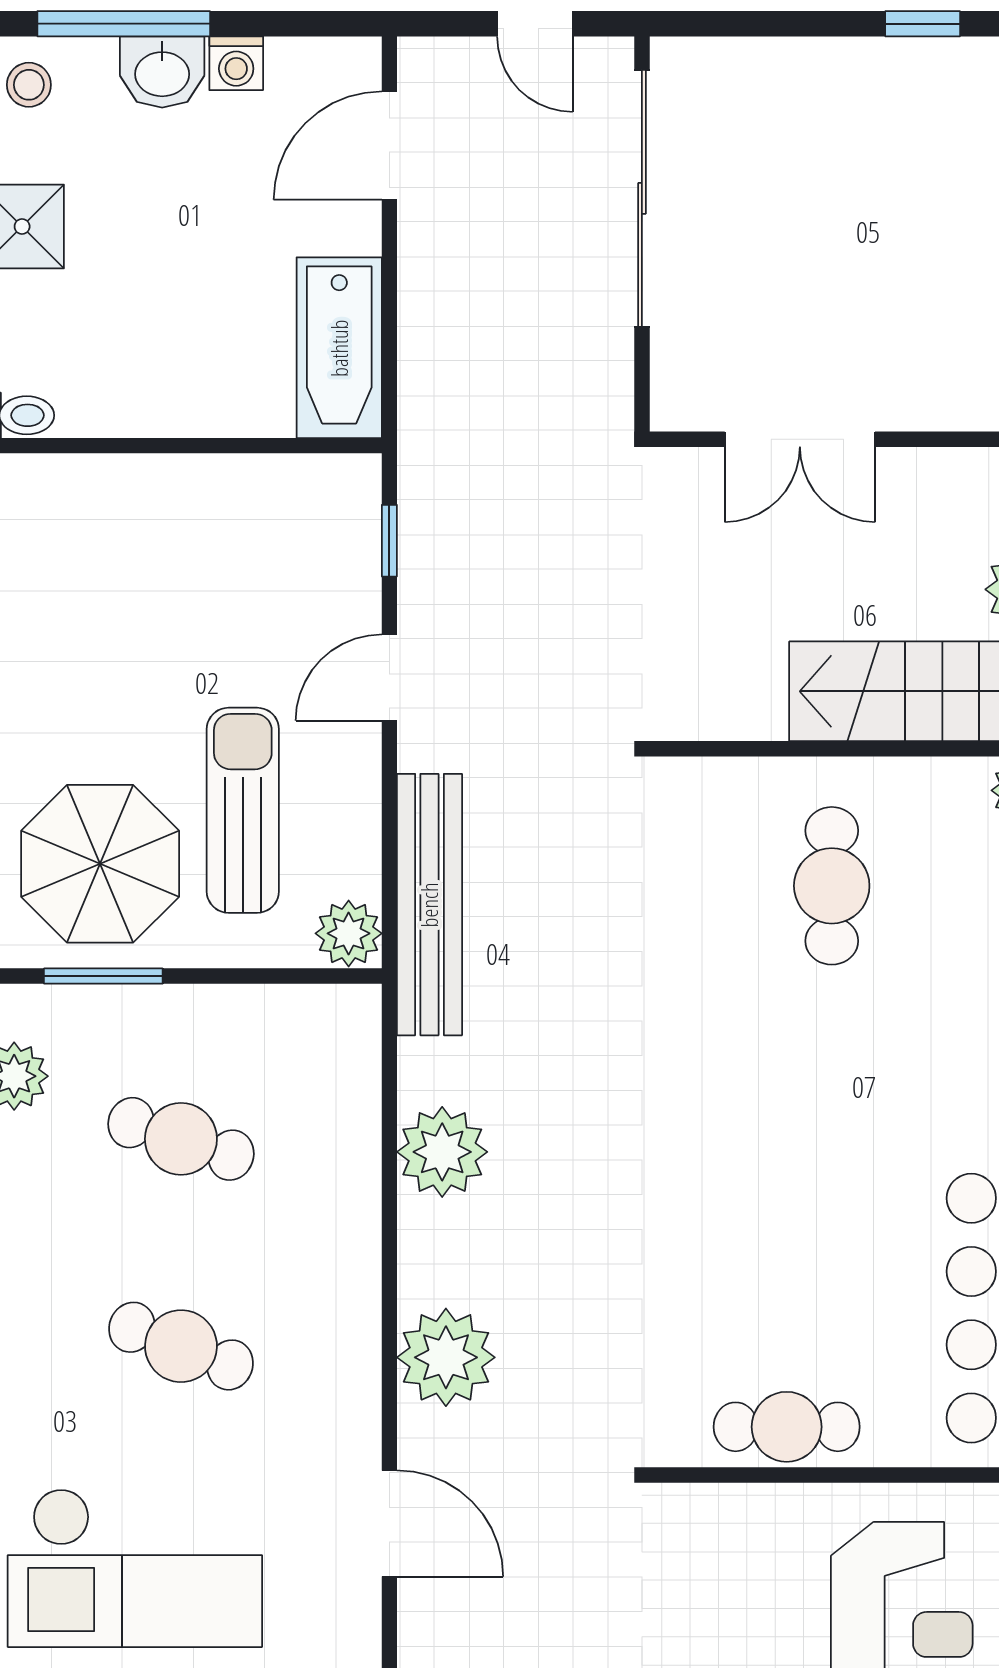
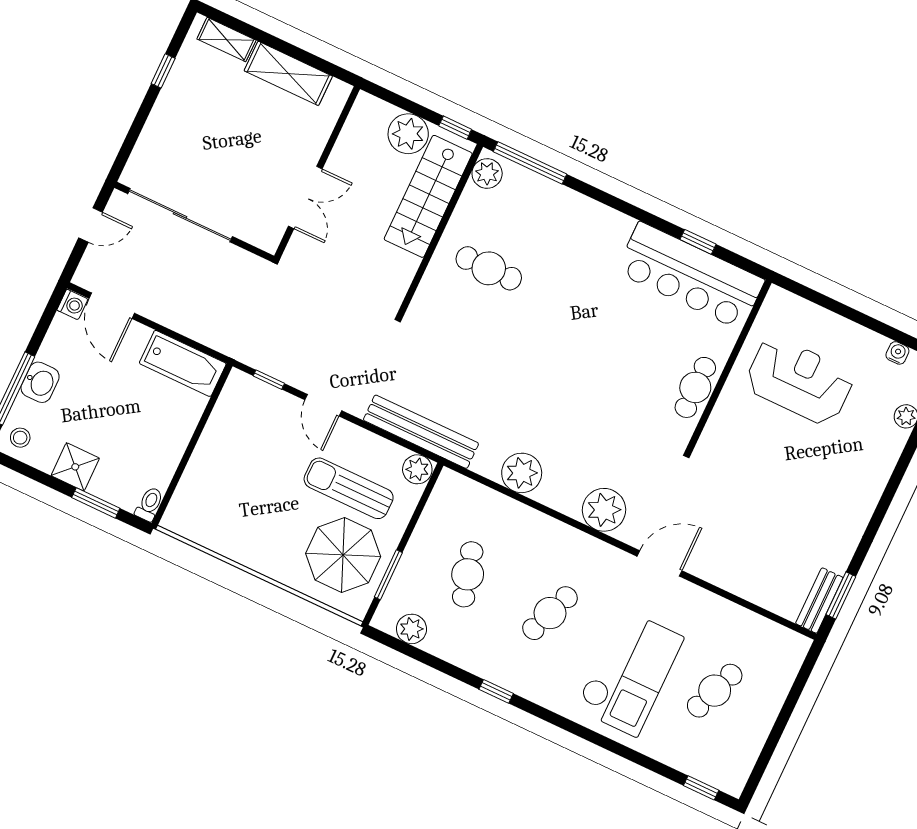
washing machine: (236, 63) -> (72, 305), moved
cafe table: (181, 1139) -> (468, 574), turned -33

